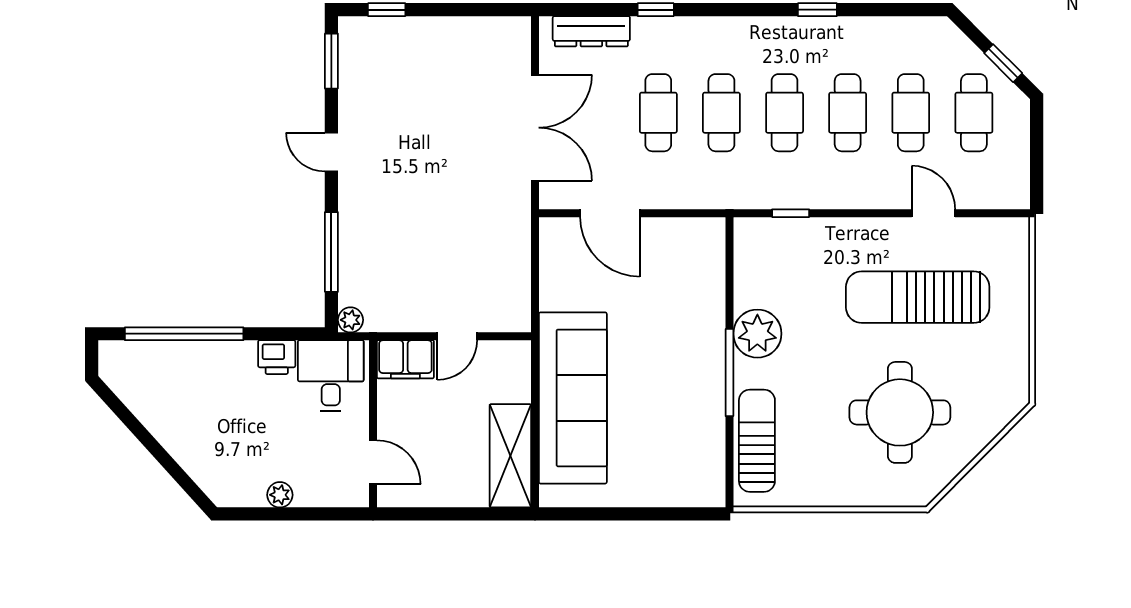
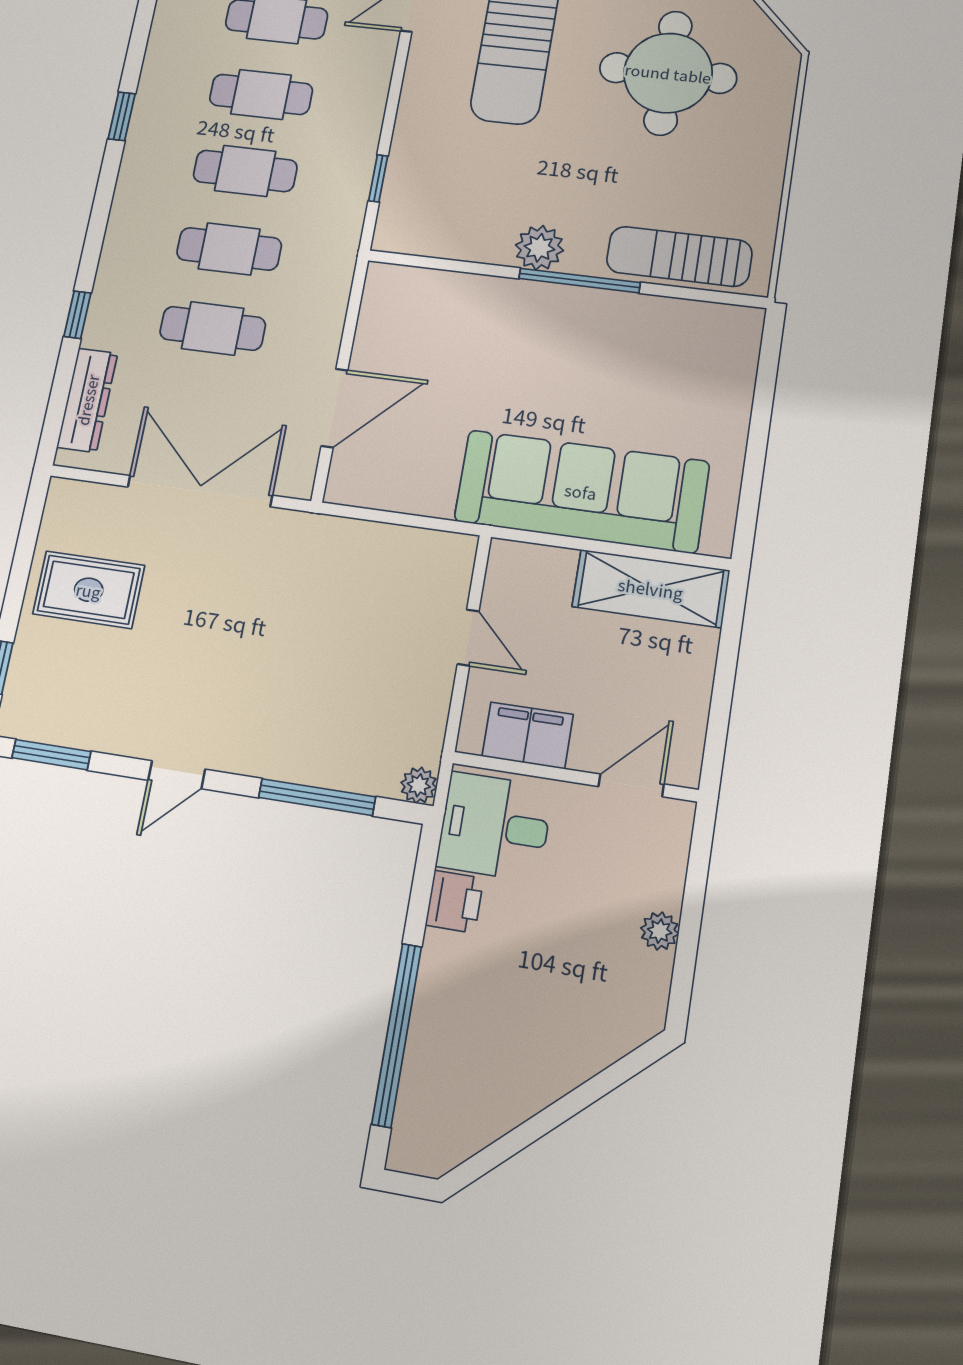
rug: (452, 62) -> (89, 590), added
plant: (757, 334) -> (539, 248), width x0.73, depth x0.73
filing cabinet: (405, 359) -> (528, 735), moved, turned -90

